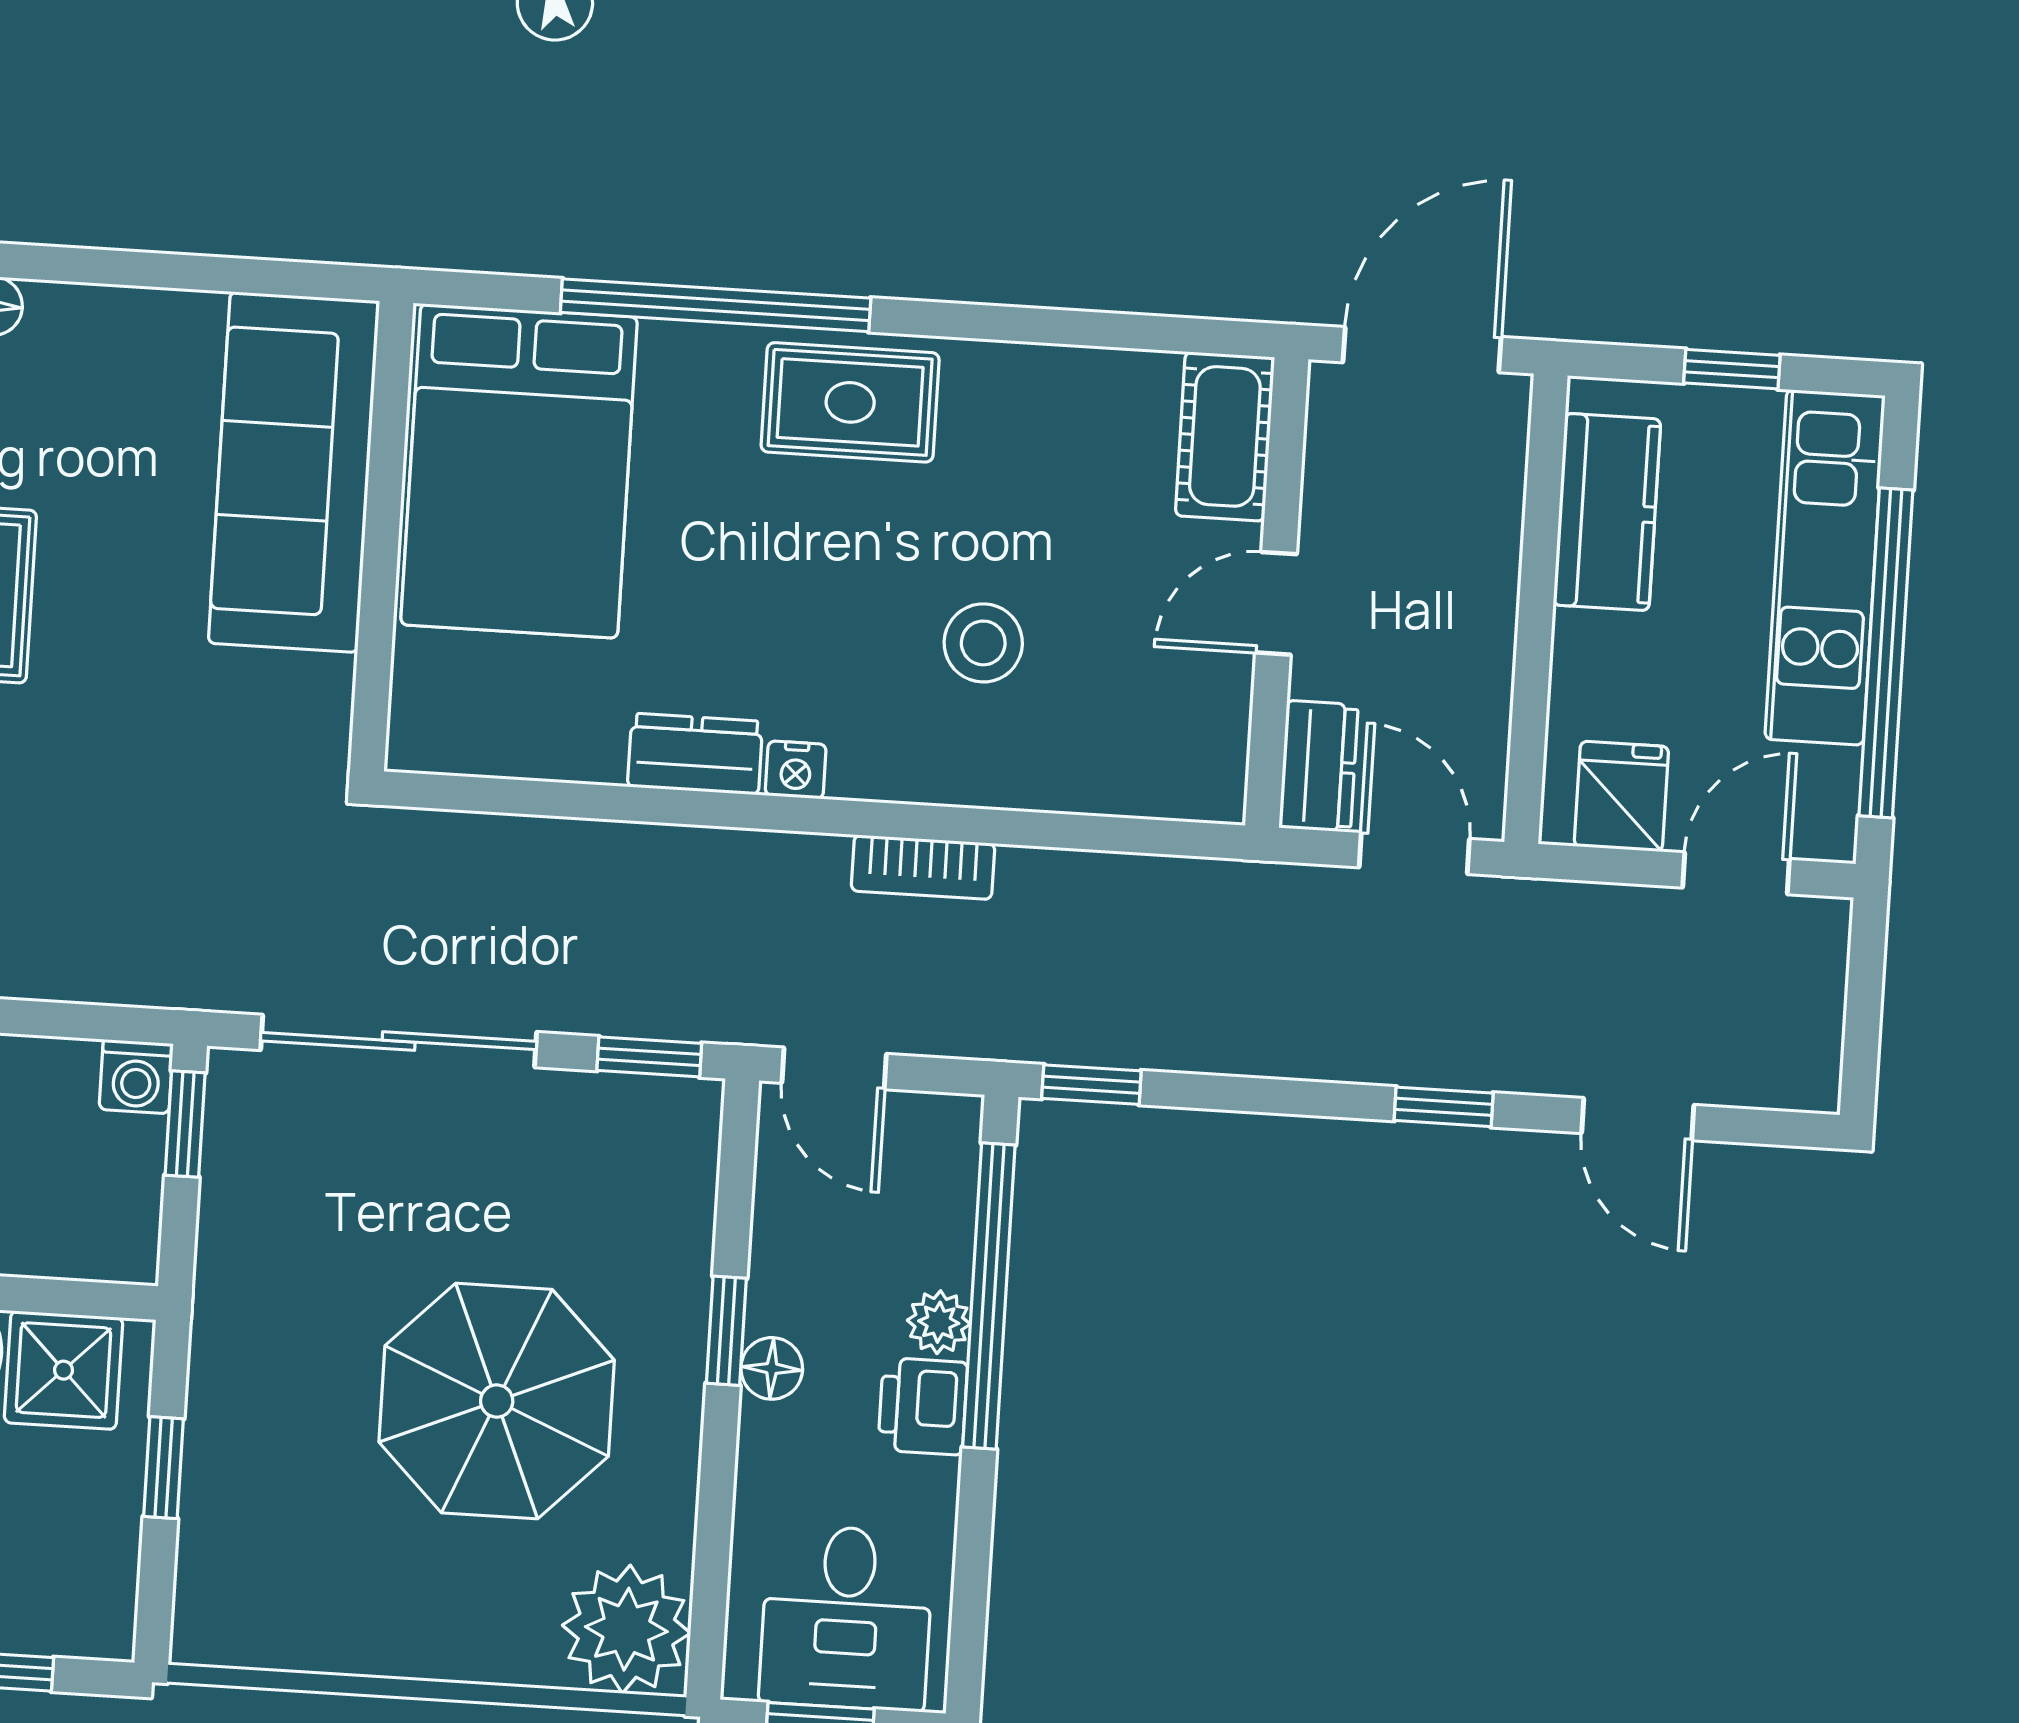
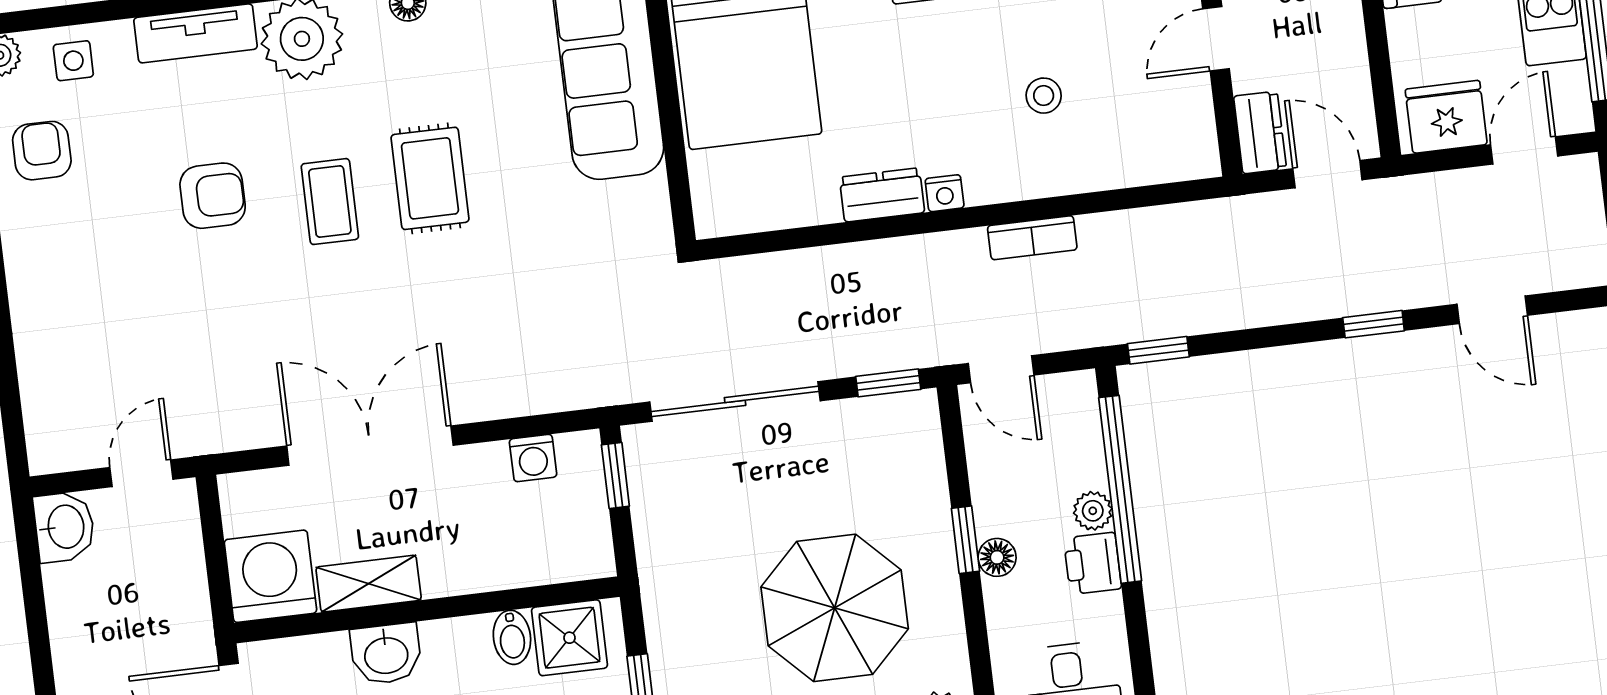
stool: (983, 643) -> (1044, 96), width x0.73, depth x0.73
fridge: (1621, 796) -> (1446, 117), width x1.38
washing machine: (136, 1077) -> (533, 458), moved

